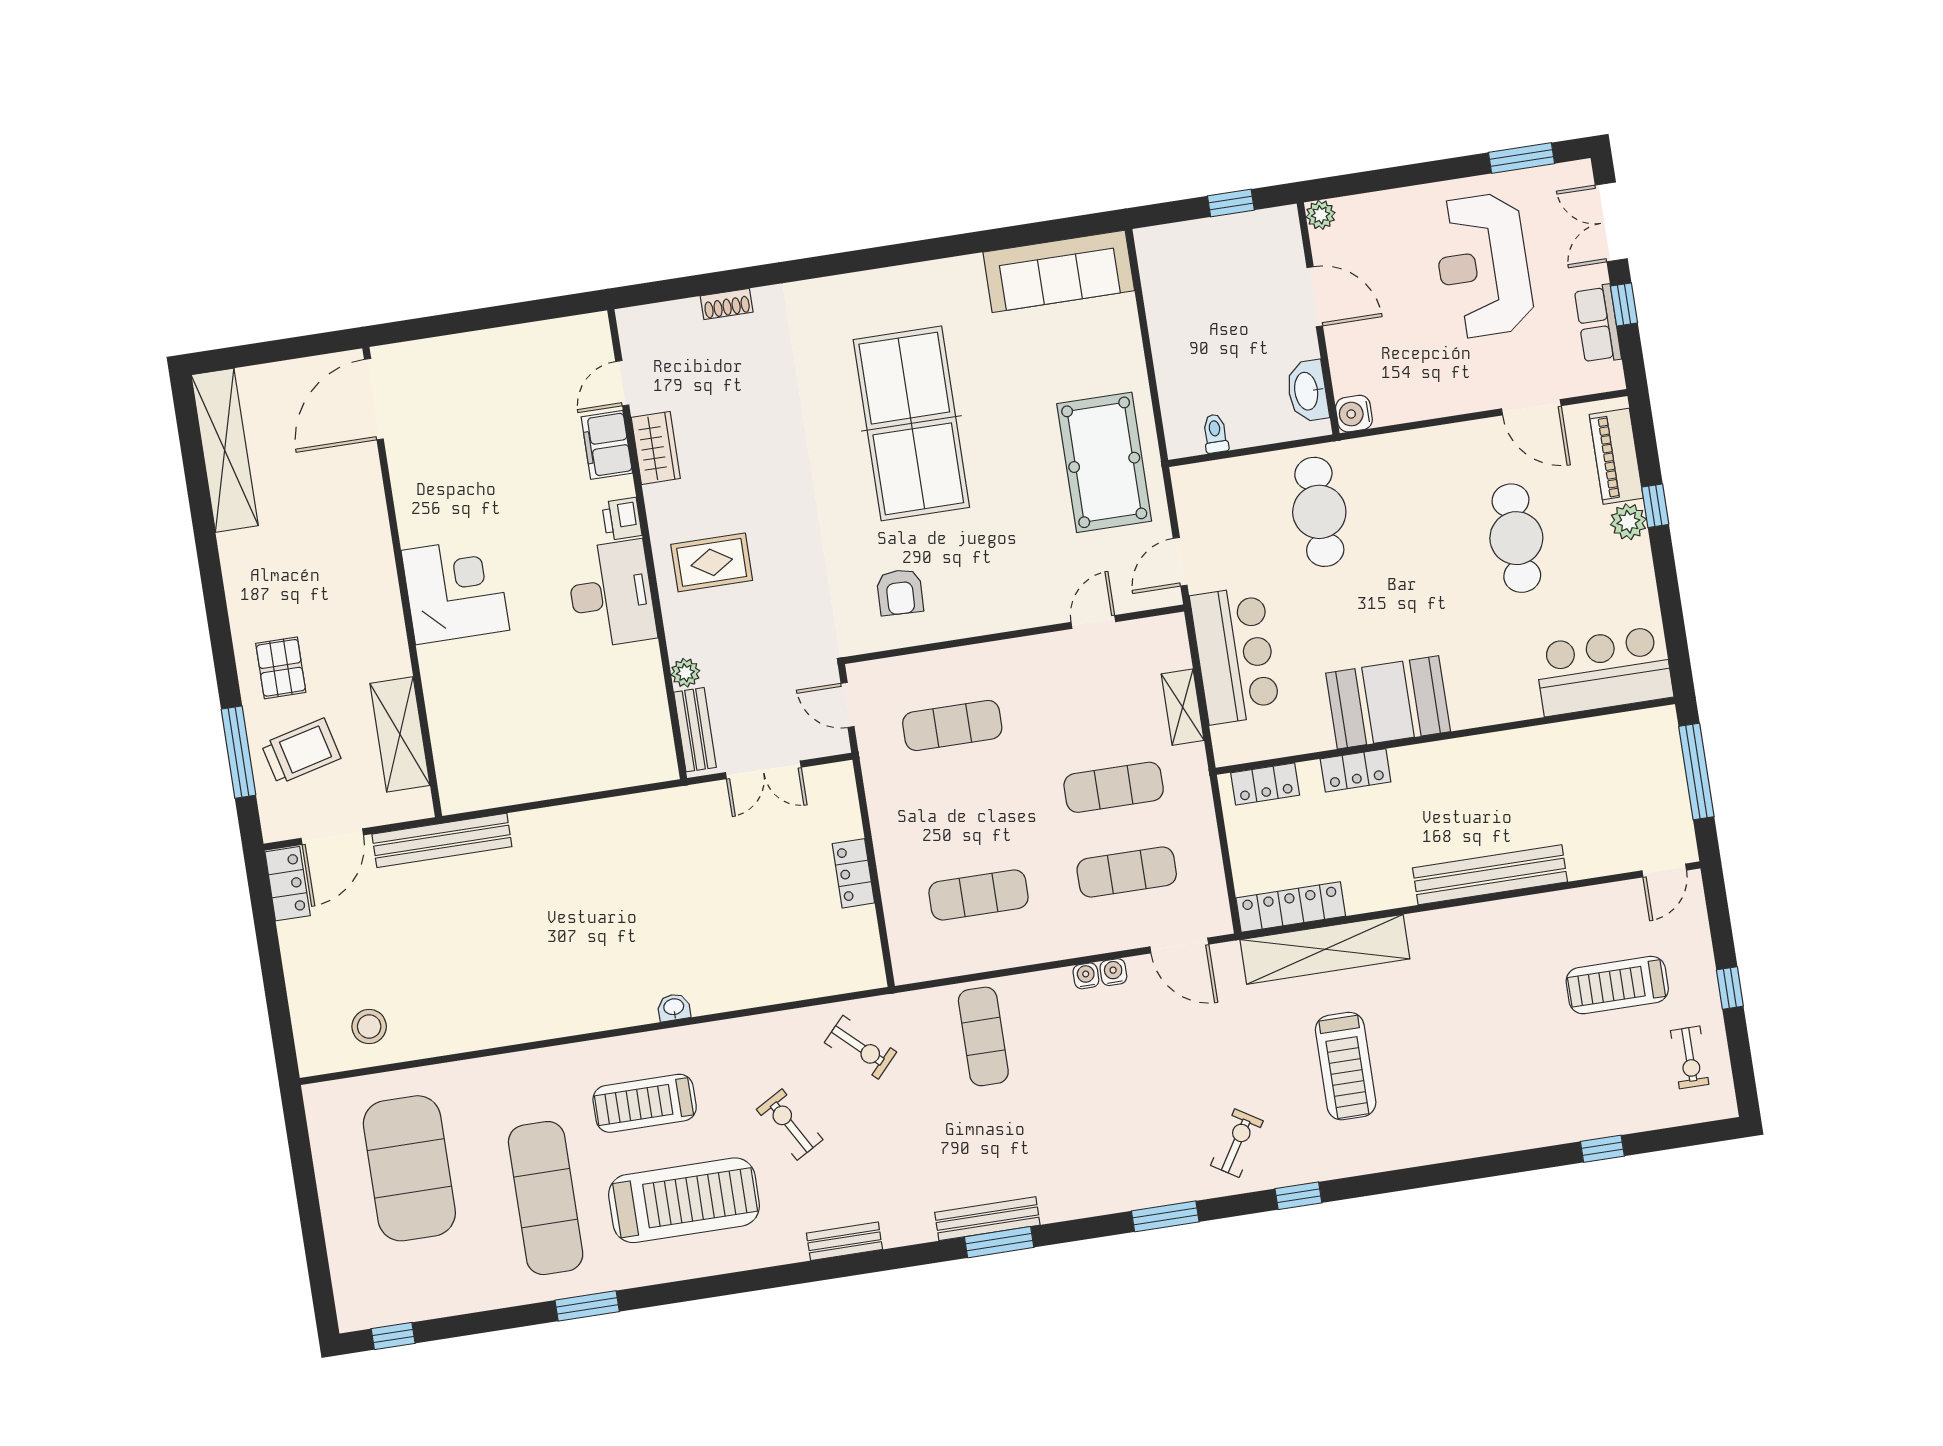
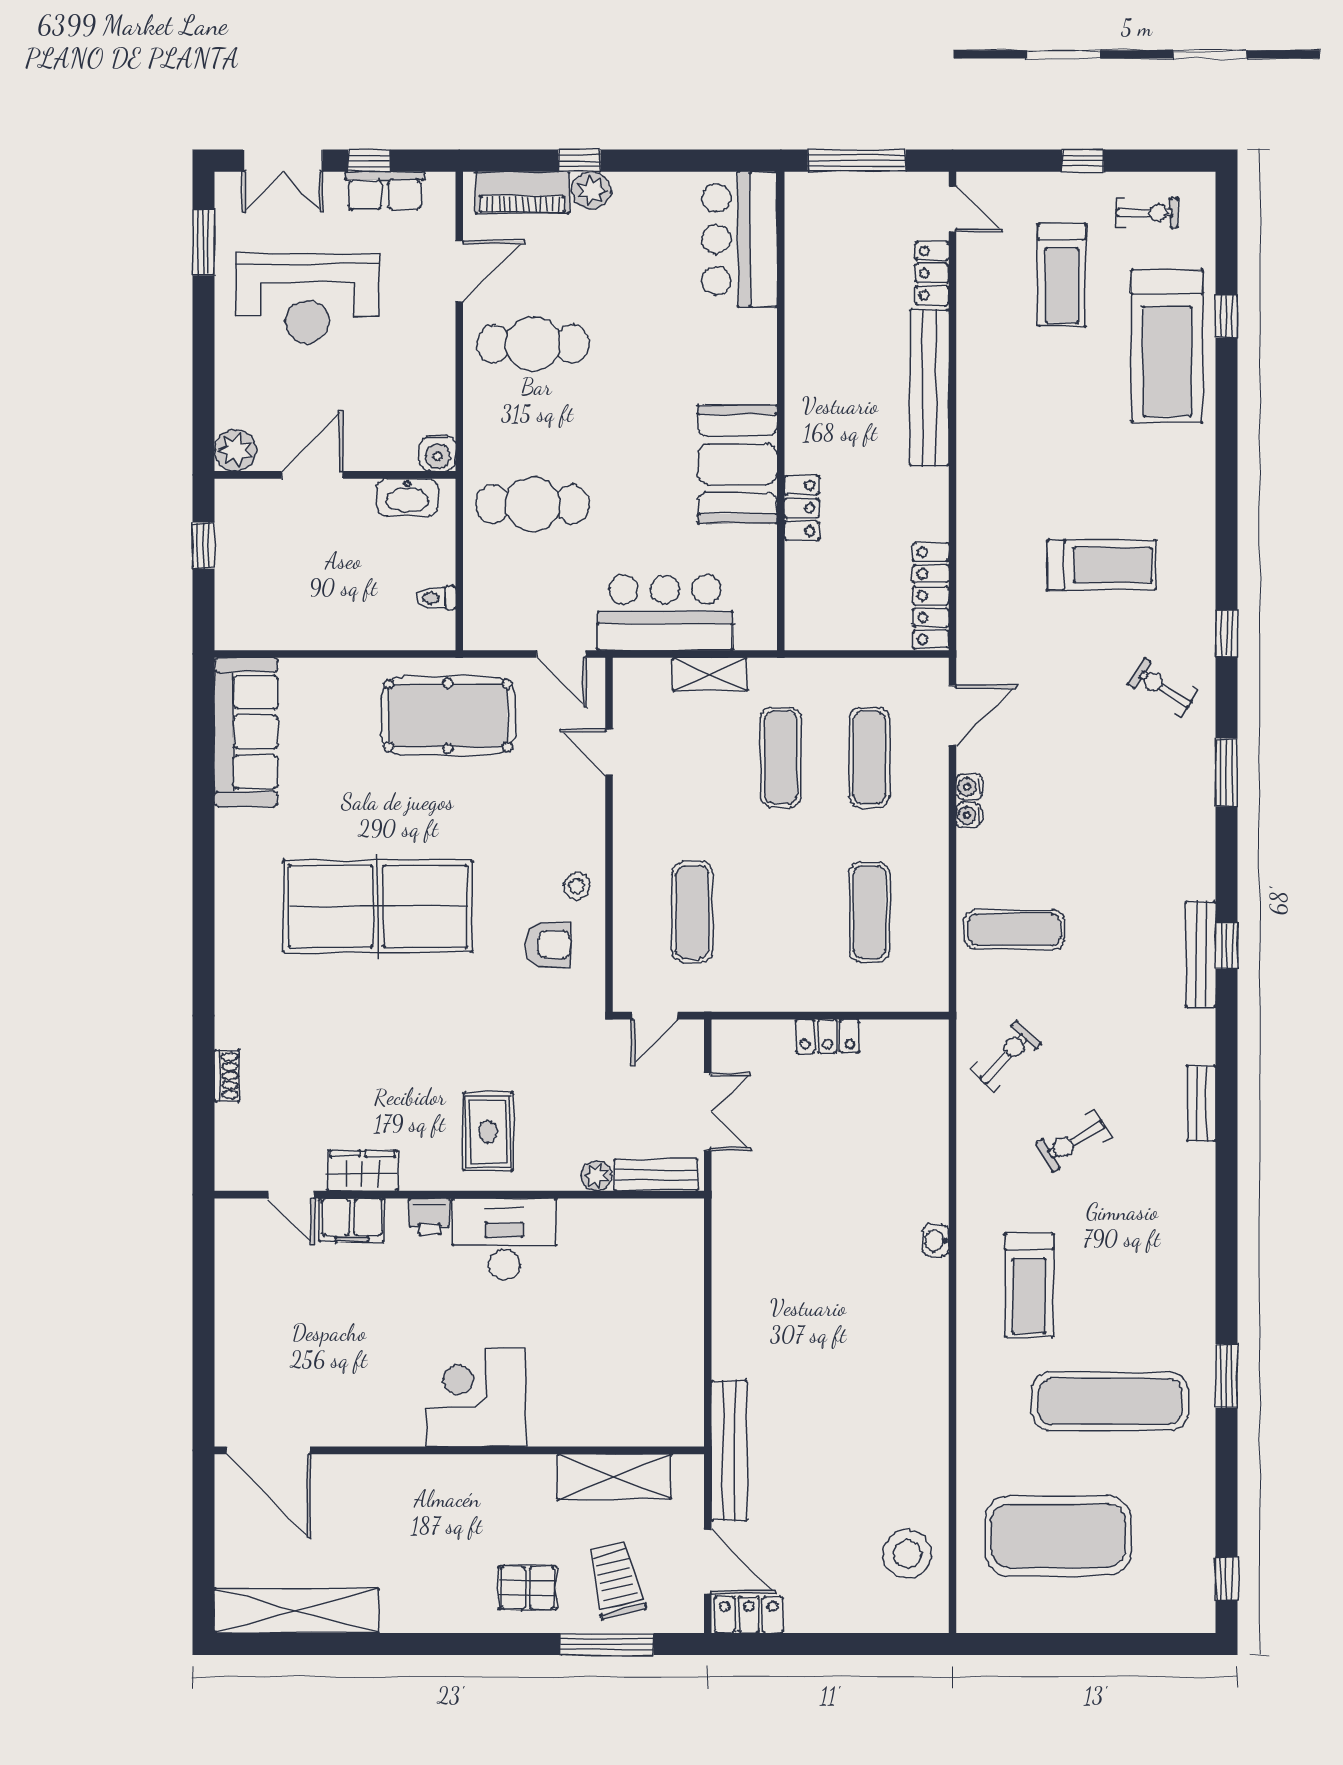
plant: (1321, 215) -> (235, 450), width x1.38, depth x1.38
cafe table: (1516, 538) -> (533, 344), moved
stool: (960, 611) -> (577, 886), added
locker: (1265, 784) -> (932, 273), moved, turned 180
shelving: (1325, 949) -> (979, 568), removed
stool: (369, 1027) -> (907, 1554), width x1.38, depth x1.38
treadmill: (684, 1200) -> (1167, 346), moved, turned 180
window: (999, 1242) -> (1226, 946), width x0.67

